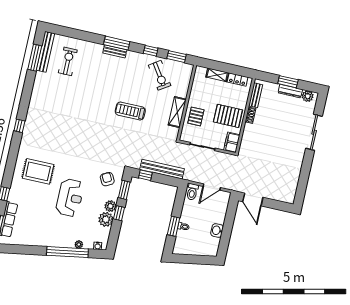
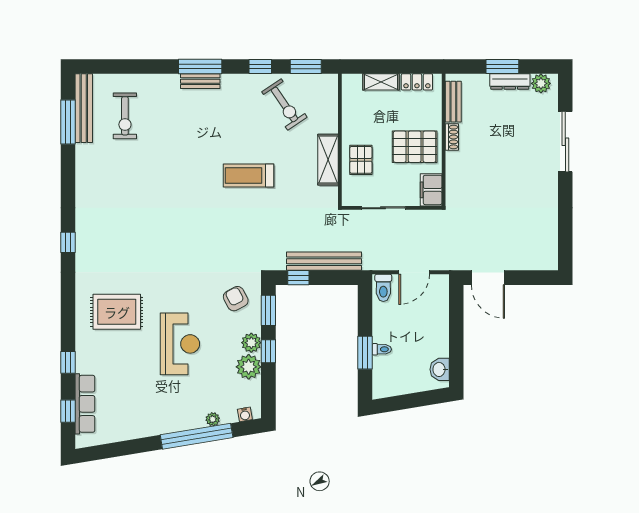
exercise bike: (68, 61) -> (125, 116), turned 180
washbasin: (217, 230) -> (440, 369), moved

